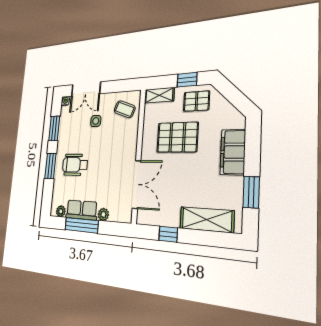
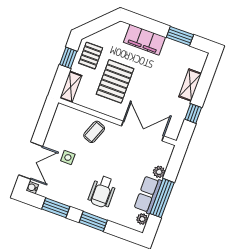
coffee table: (125, 109) -> (94, 132), moved
shelving: (207, 220) -> (190, 85), width x0.67, depth x0.75

